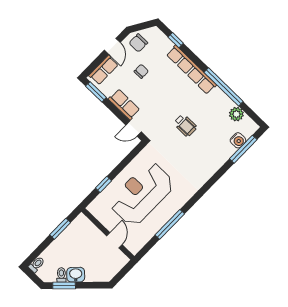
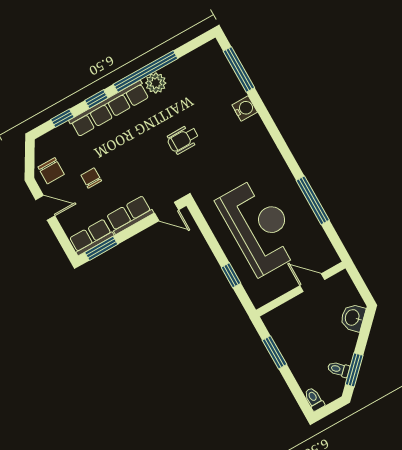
window: (195, 59) -> (96, 99), added
row of seats: (104, 70) -> (91, 237), moved, turned -90
plant: (236, 114) -> (156, 83), moved
wheelchair: (185, 125) -> (183, 139), turned 180
door: (134, 129) -> (167, 212), hinge flipped
water cooler: (238, 140) -> (245, 108), moved
reception desk: (142, 194) -> (259, 226), turned 180
washbasin: (76, 275) -> (353, 318), moved

